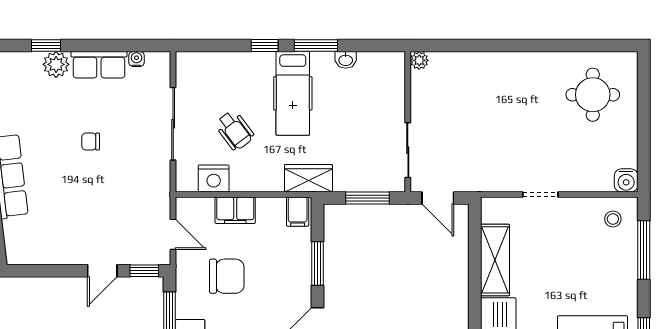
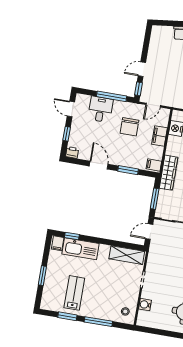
wardrobe: (308, 178) -> (169, 173), width x1.50
water cooler: (626, 180) -> (145, 305), moved
window: (644, 250) -> (98, 322), moved
shelving: (495, 260) -> (127, 255), moved
door: (102, 271) -> (142, 69), hinge flipped

